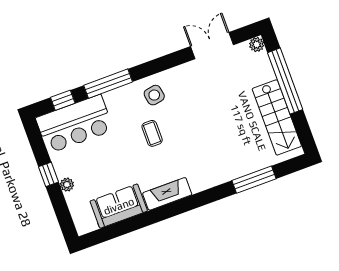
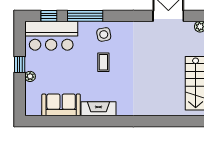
side table: (154, 95) -> (104, 34), moved
window: (254, 180) -> (163, 121), removed

